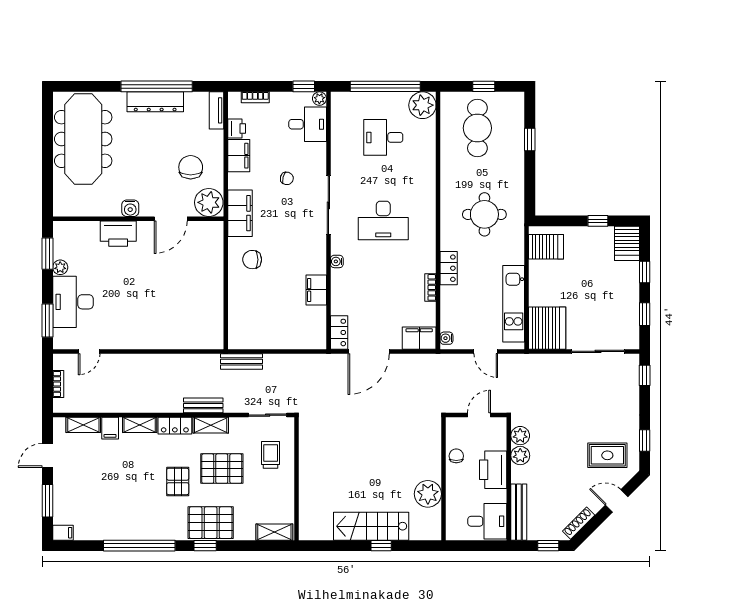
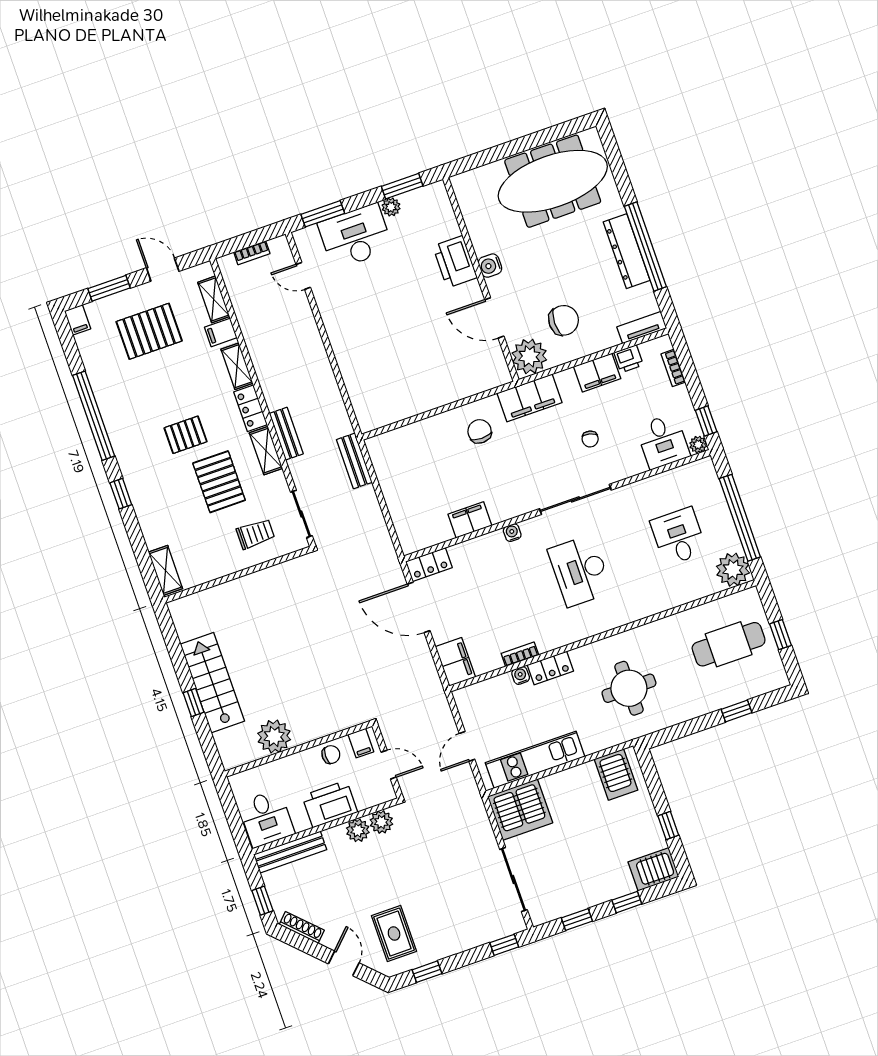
water cooler: (446, 338) -> (521, 676), moved
filing cabinet: (455, 430) -> (361, 743), added
pallet: (211, 523) -> (149, 331), moved, turned 90

